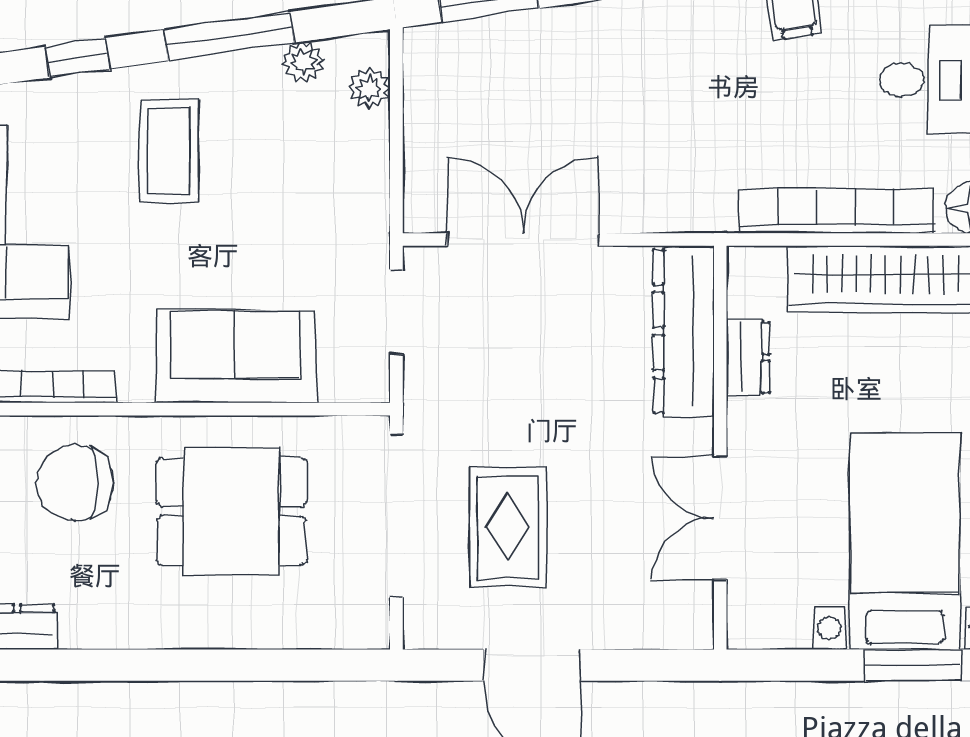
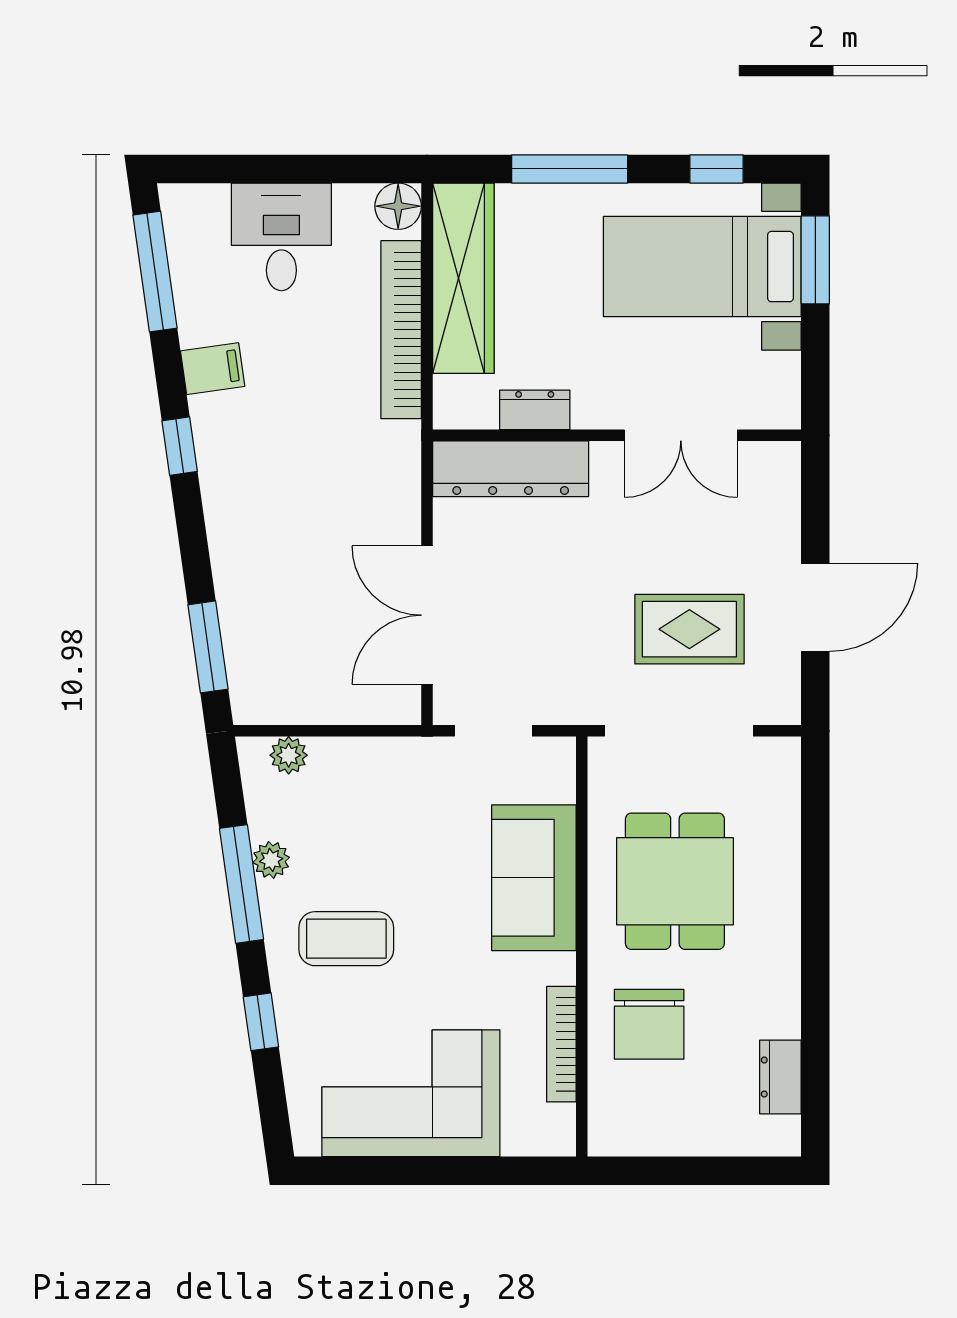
plant: (303, 62) -> (271, 860), moved

